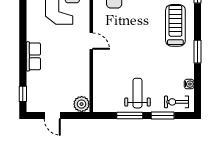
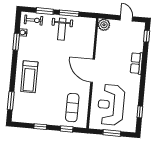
door: (91, 41) -> (93, 71), width x1.88
window: (197, 52) -> (16, 42), moved

